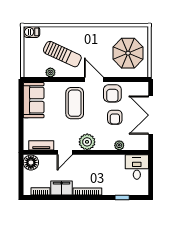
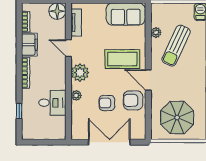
door: (94, 79) -> (148, 80), swing flipped
plant: (119, 145) -> (76, 95), moved
desk: (137, 167) -> (52, 103), moved

